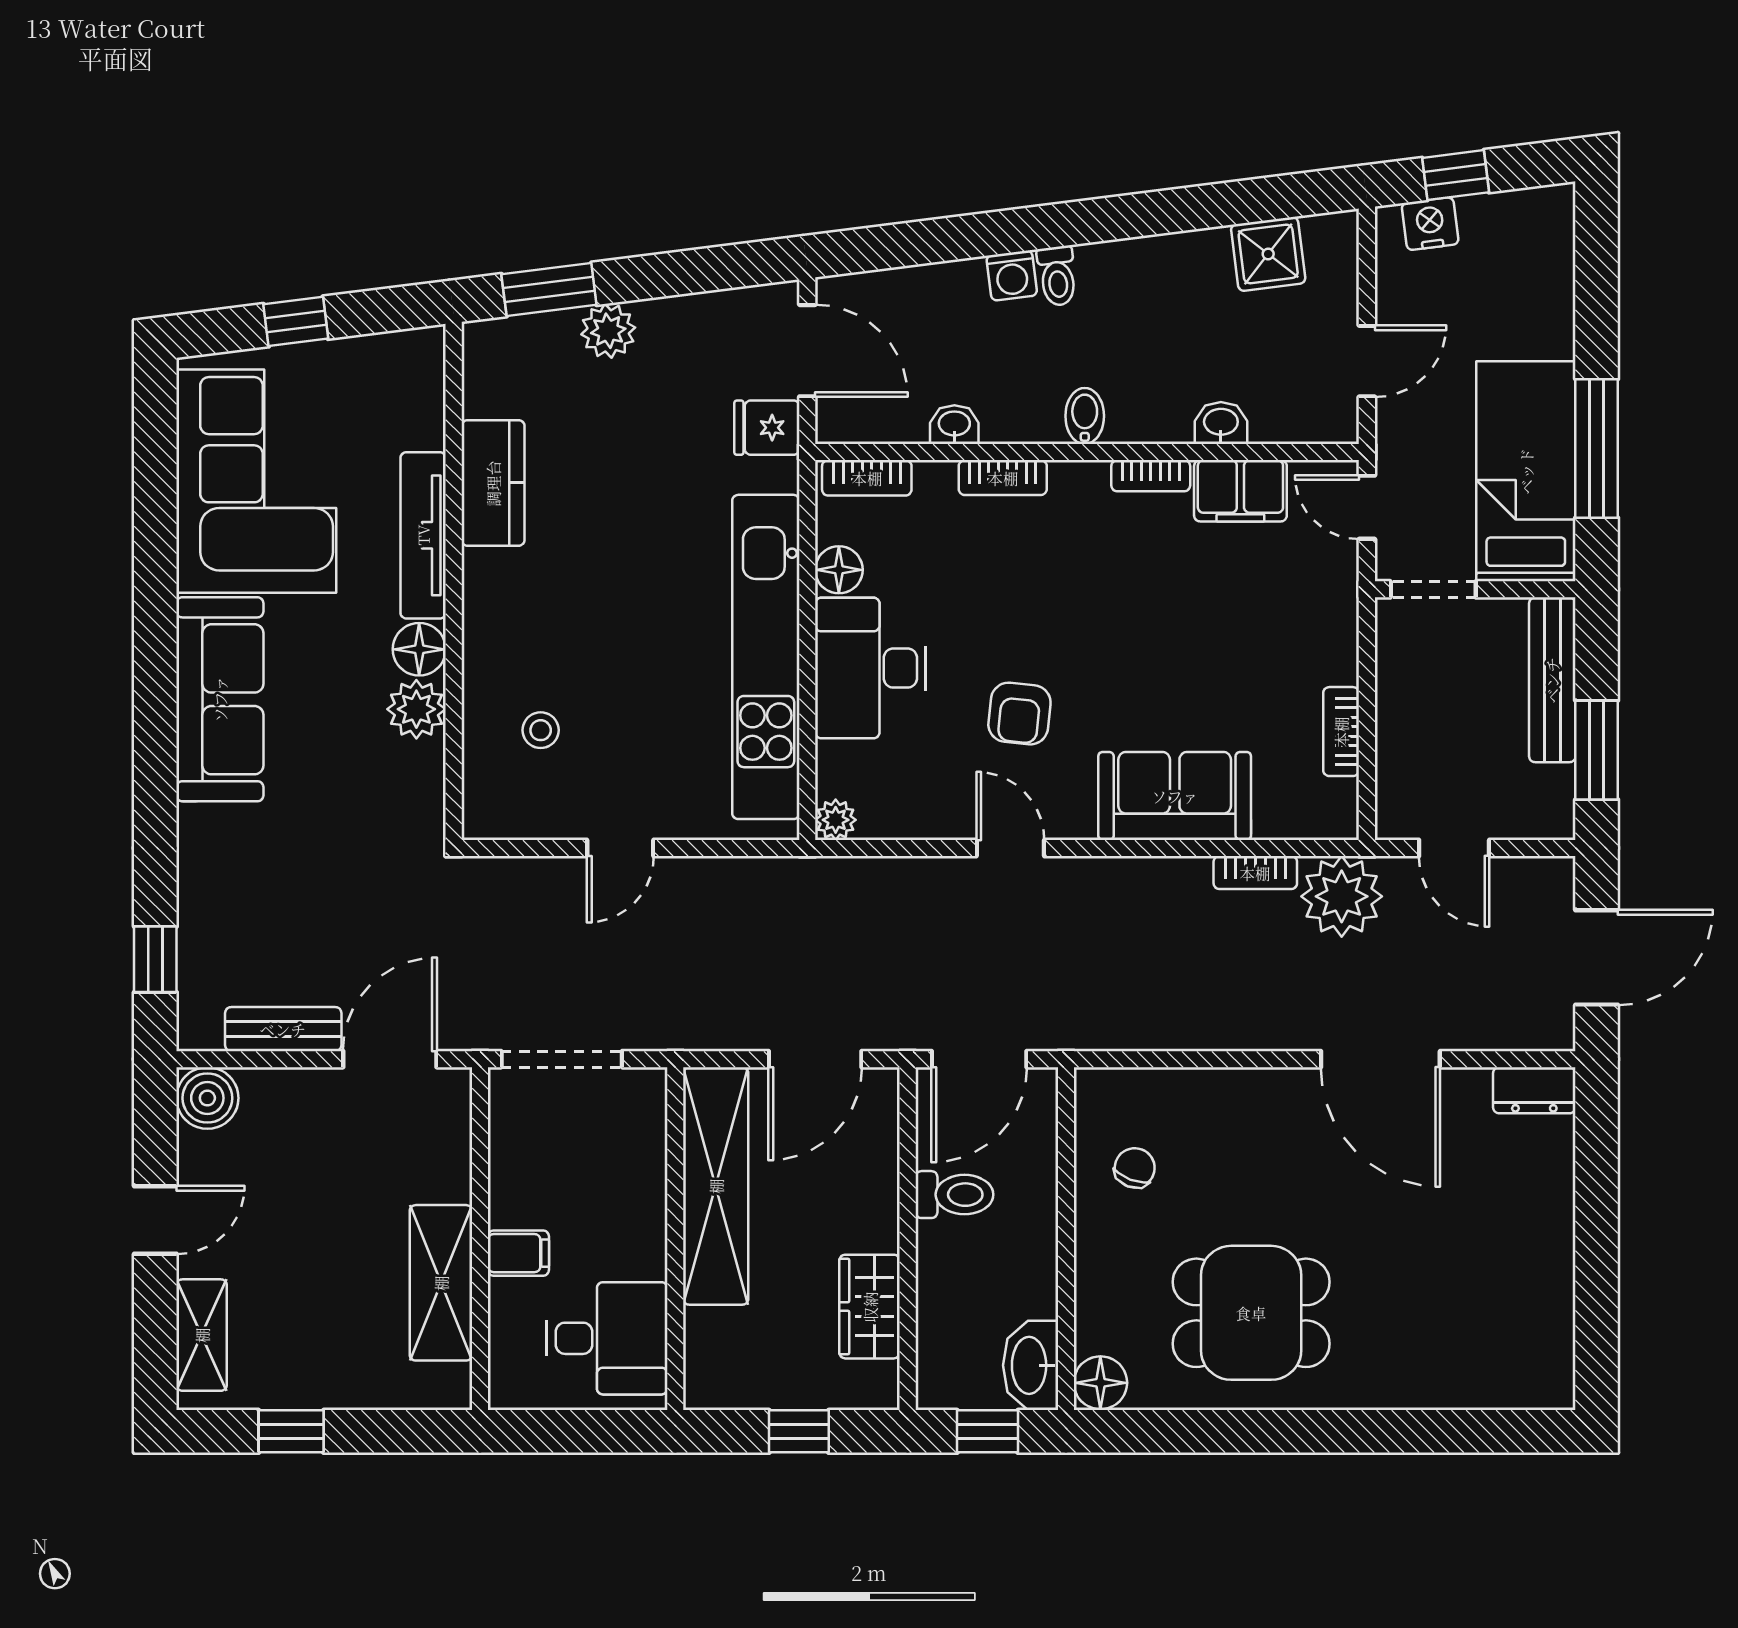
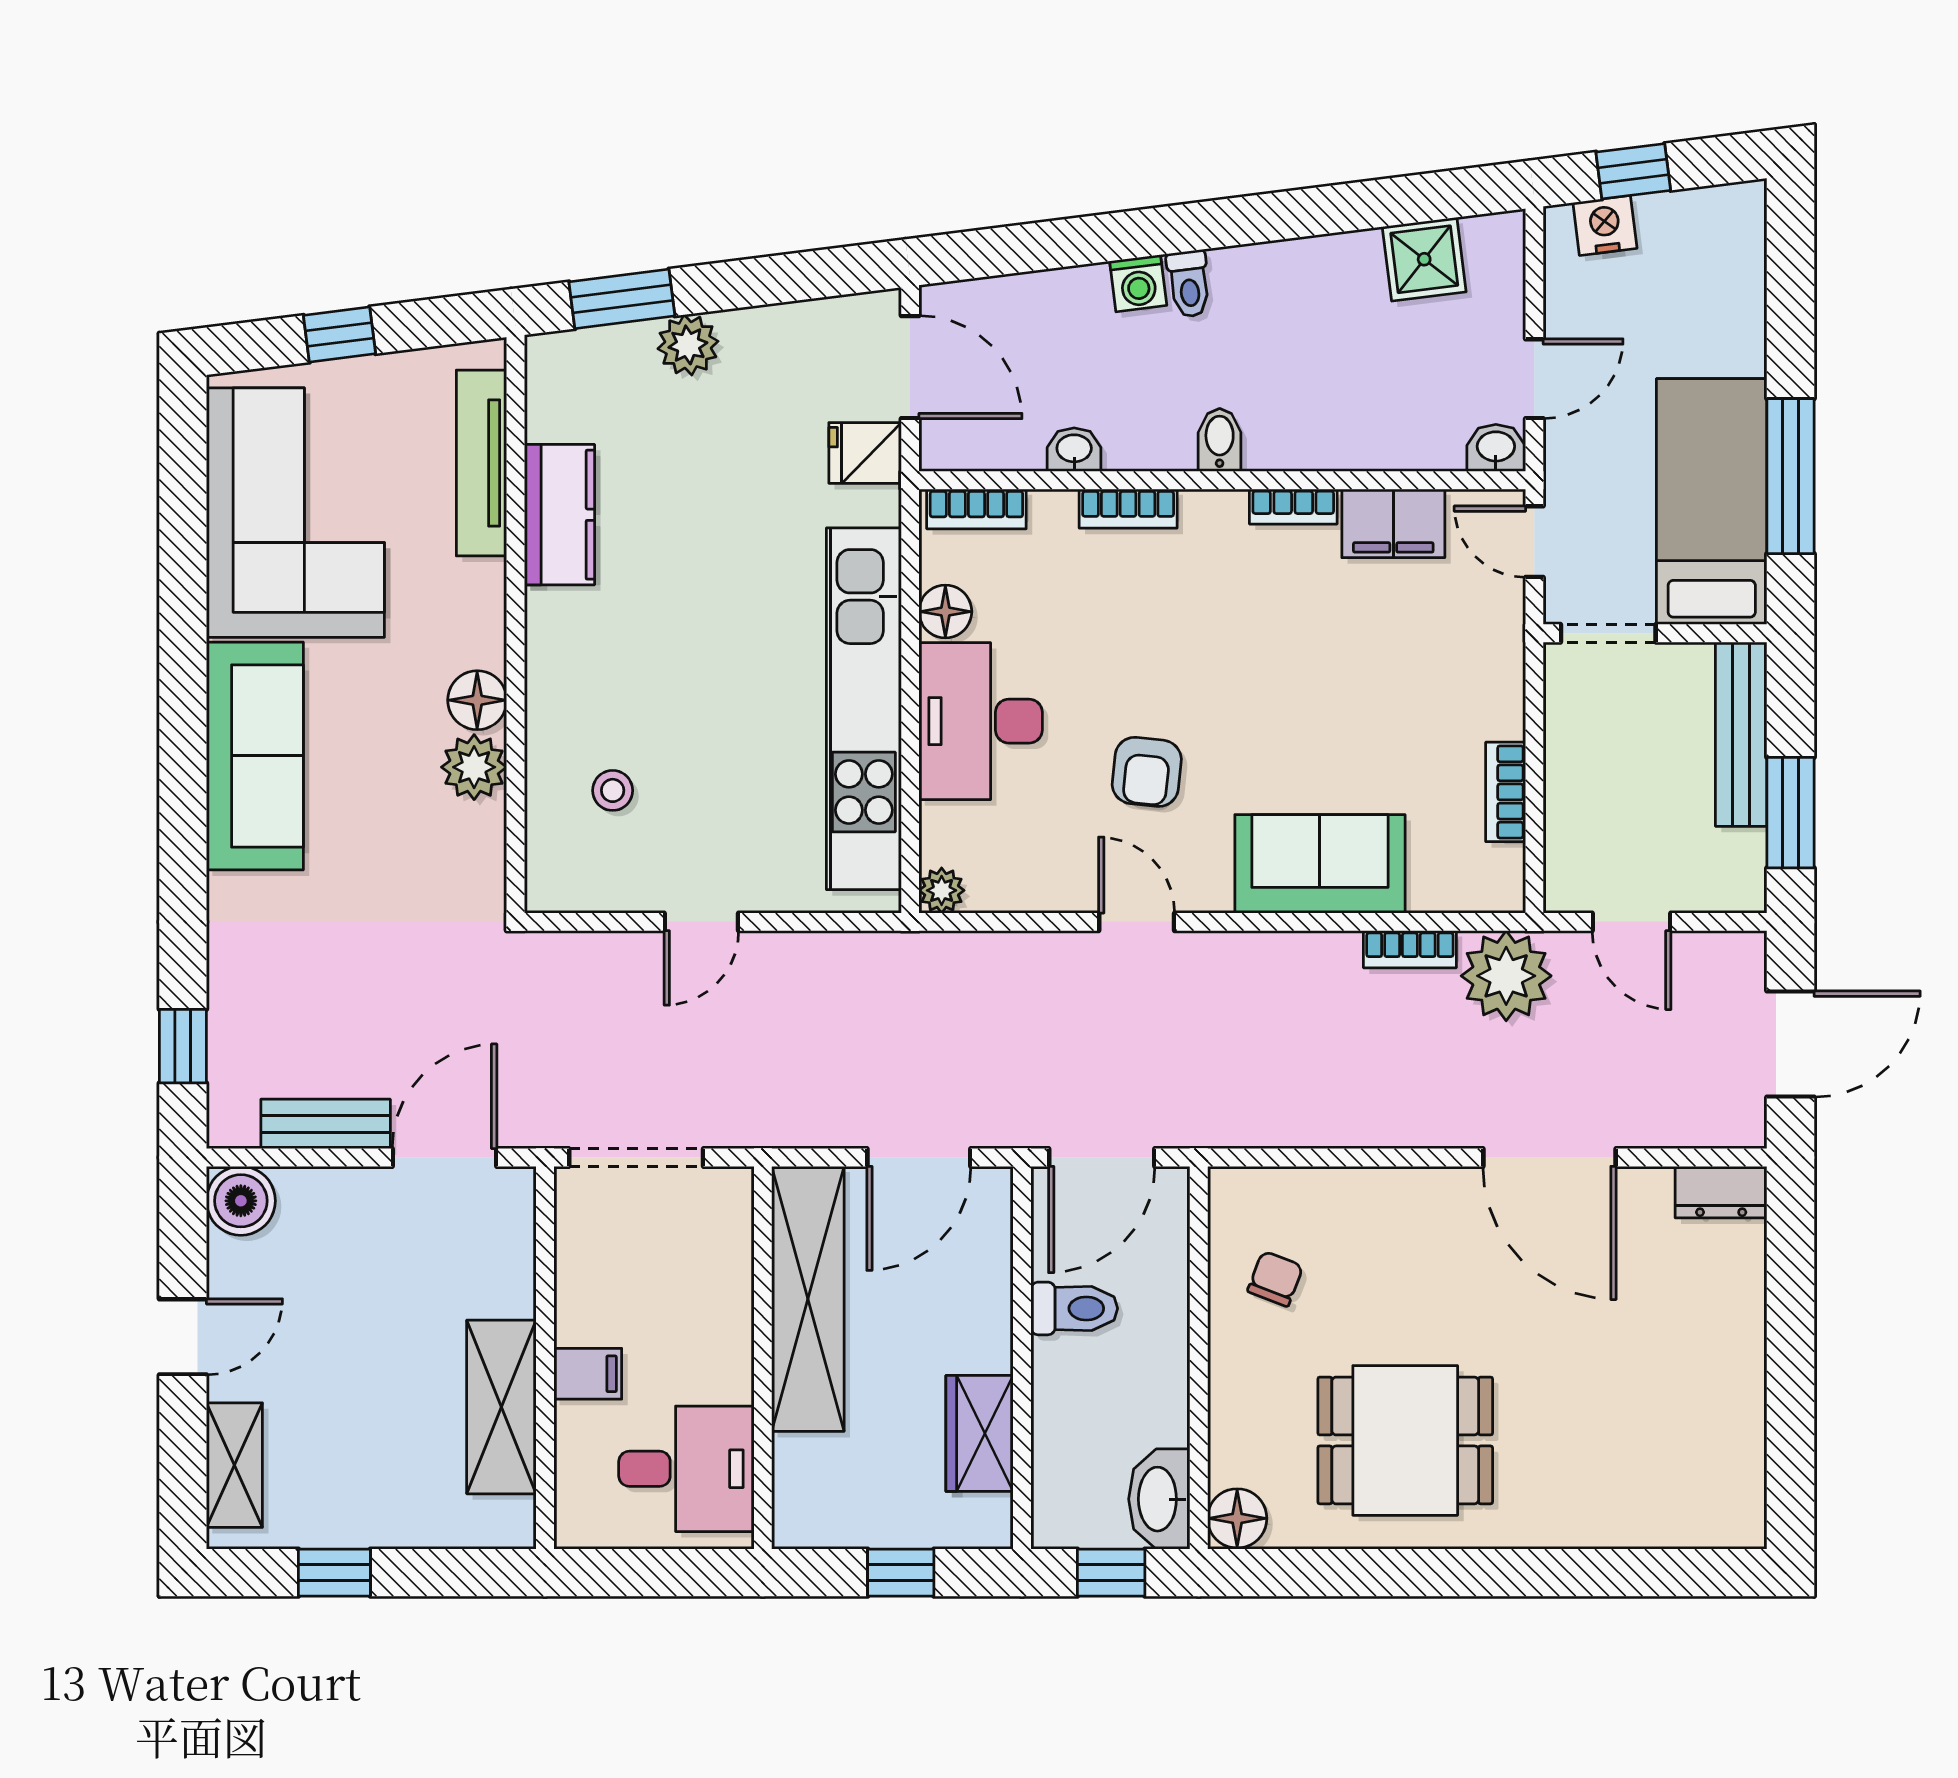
washbasin: (1221, 423) -> (1496, 448), moved
tv unit: (423, 535) -> (482, 463), moved

